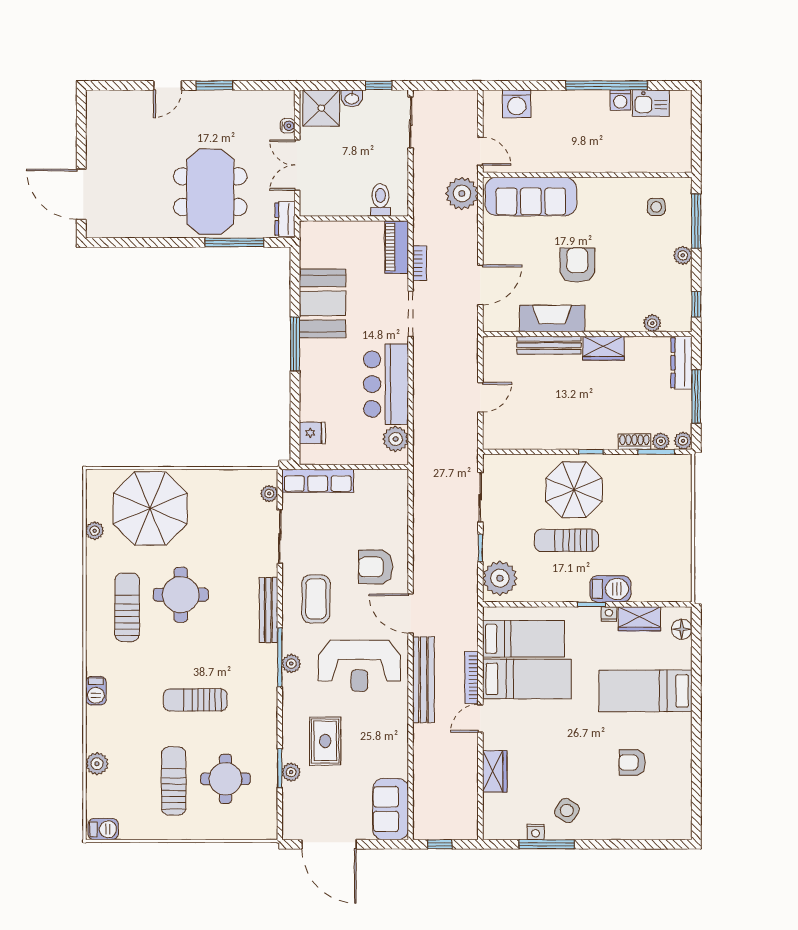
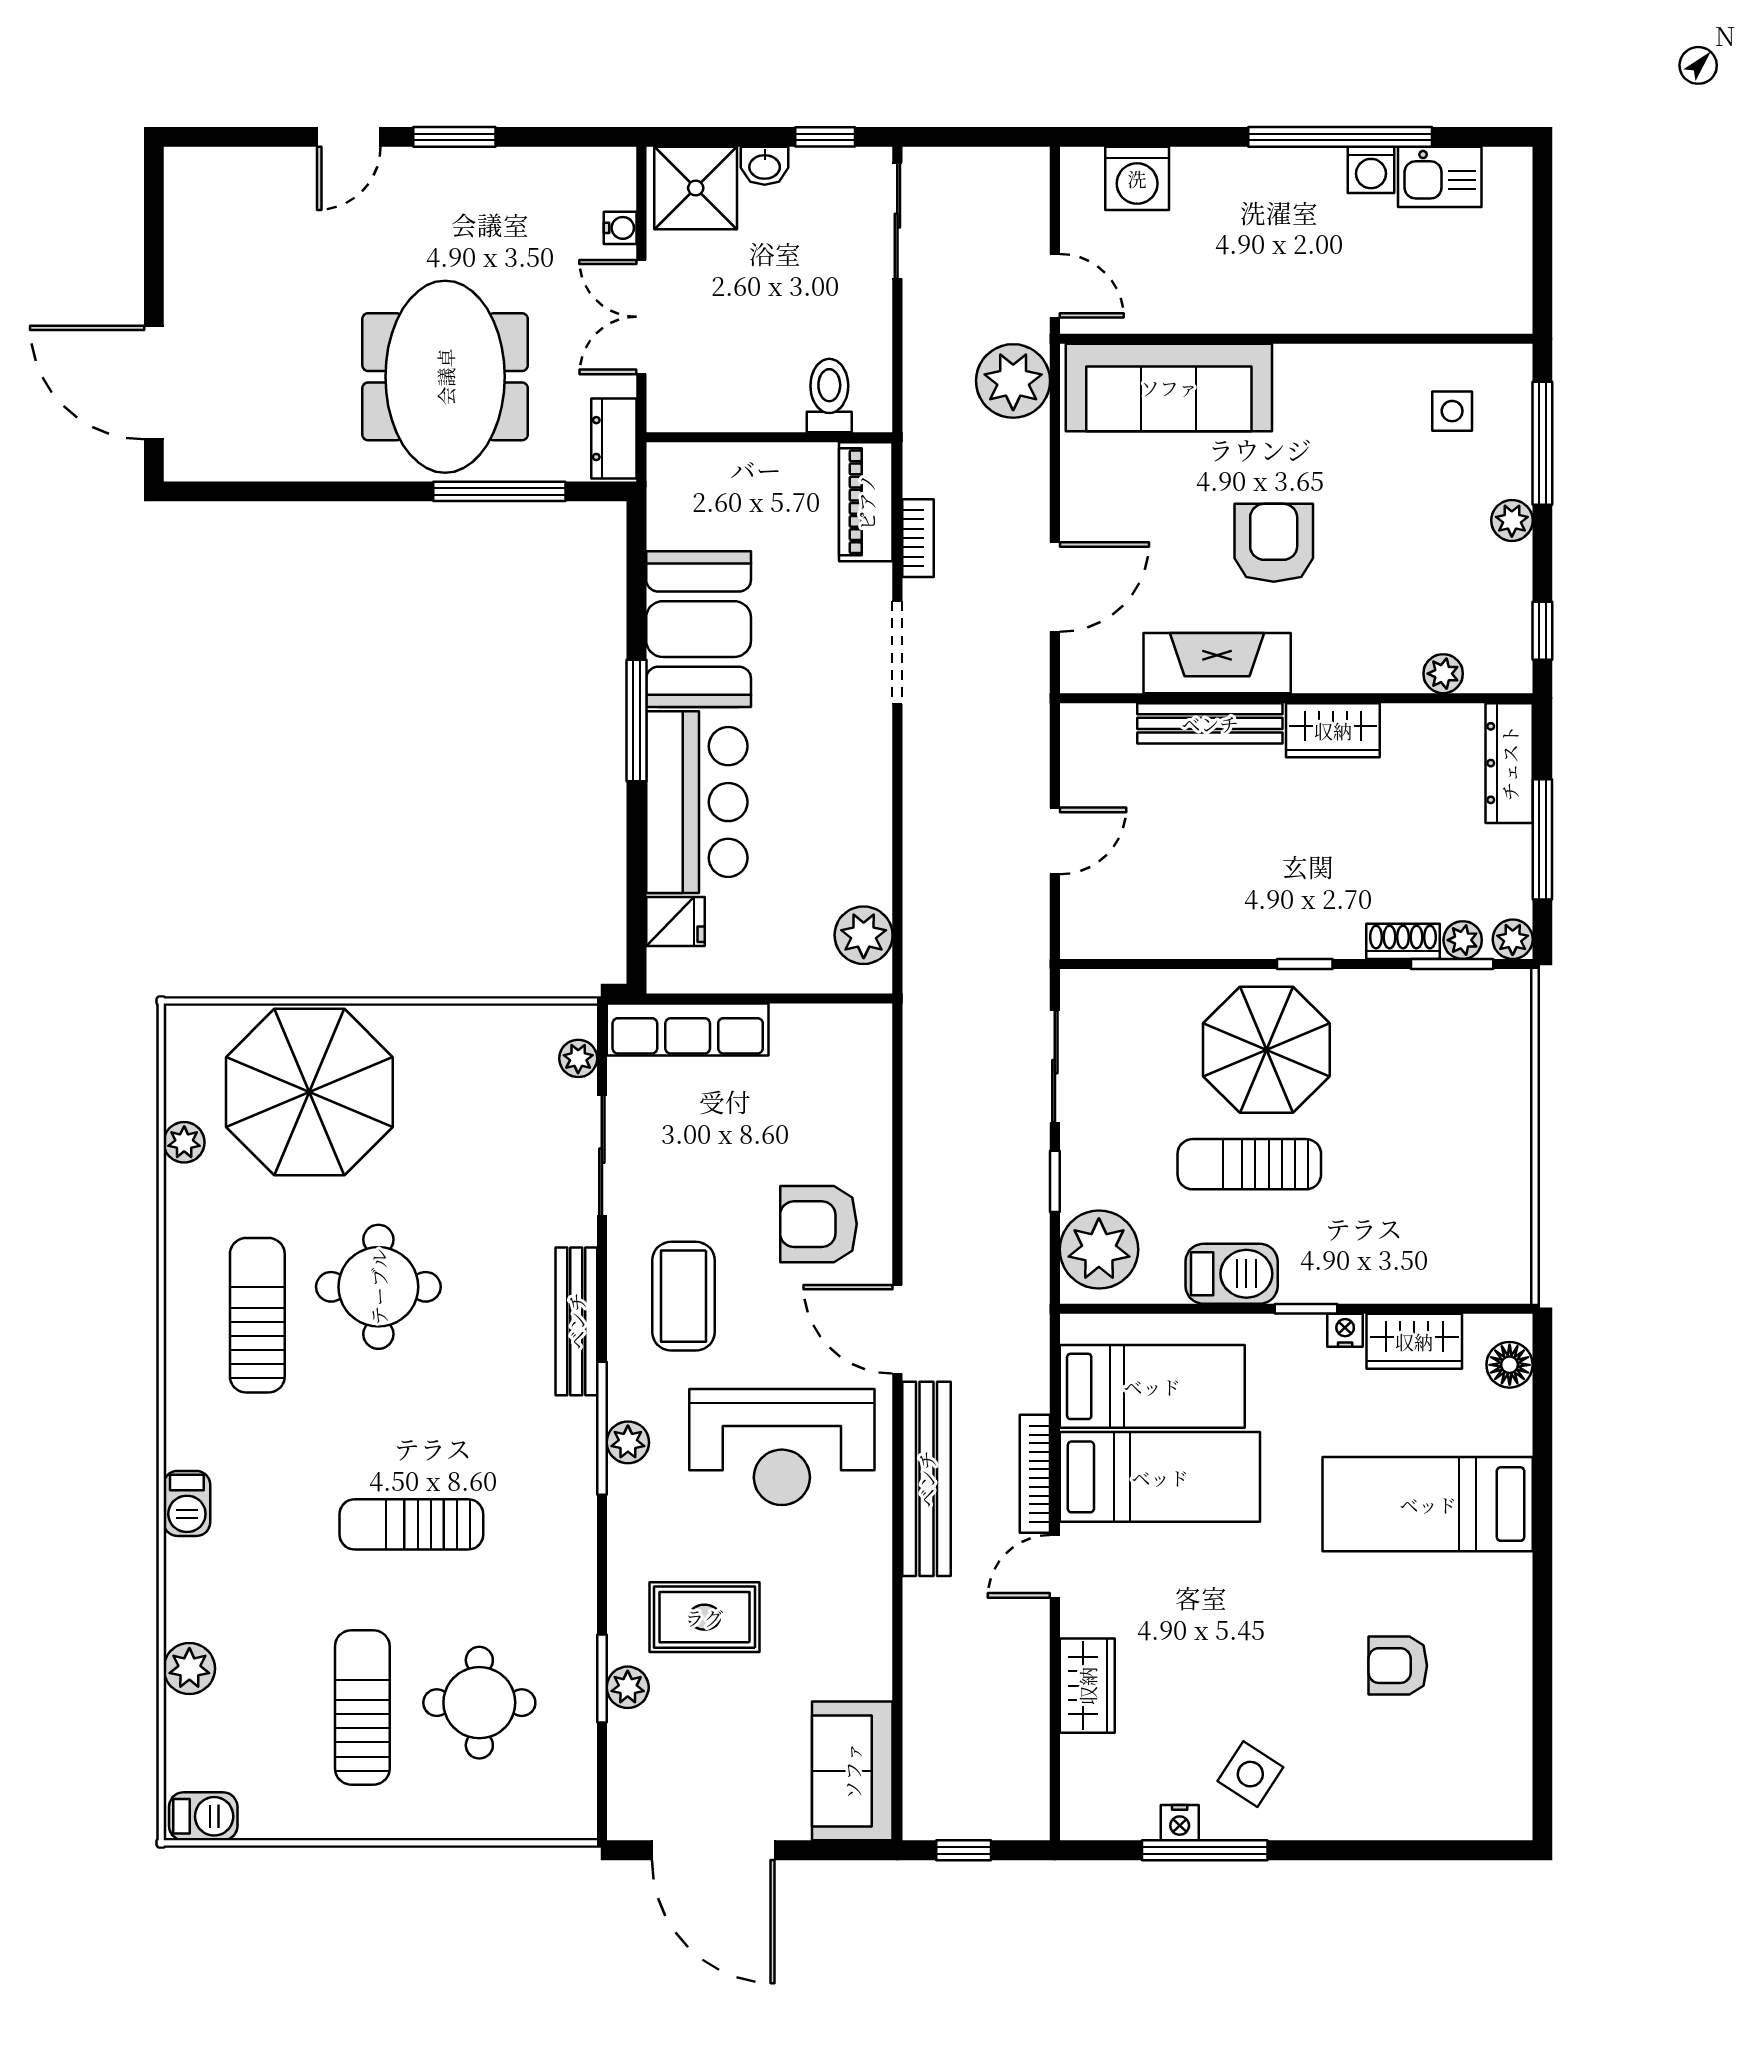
bar counter: (386, 384) -> (697, 802), moved, turned 180
barbecue: (610, 589) -> (1232, 1274), moved
rug: (325, 741) -> (704, 1617), turned 90

